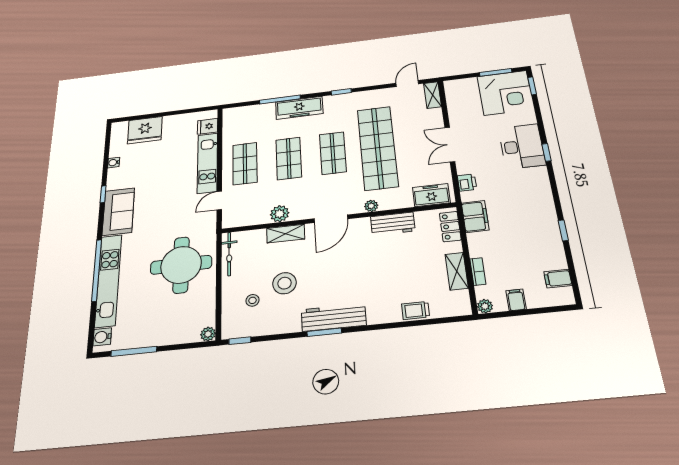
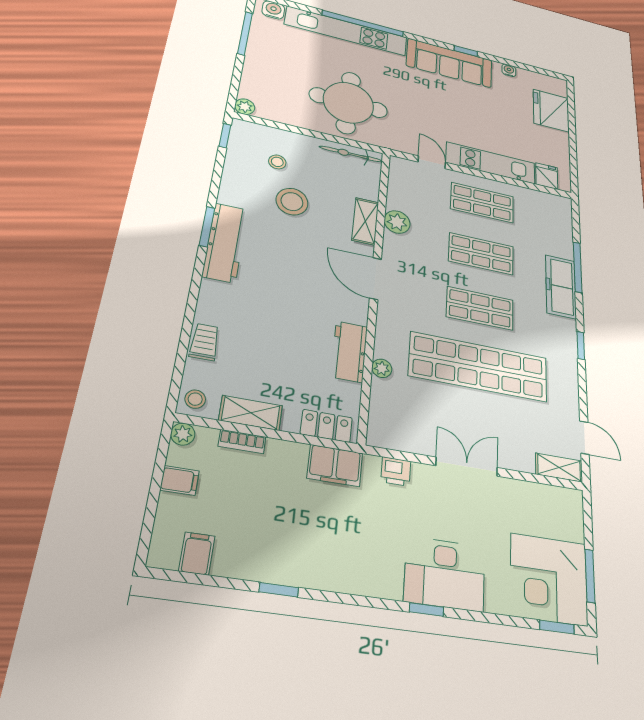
freezer: (431, 195) -> (385, 416), removed
plant: (371, 206) -> (382, 368), moved
sofa: (118, 212) -> (449, 63), width x1.36
stool: (459, 305) -> (195, 399), added

